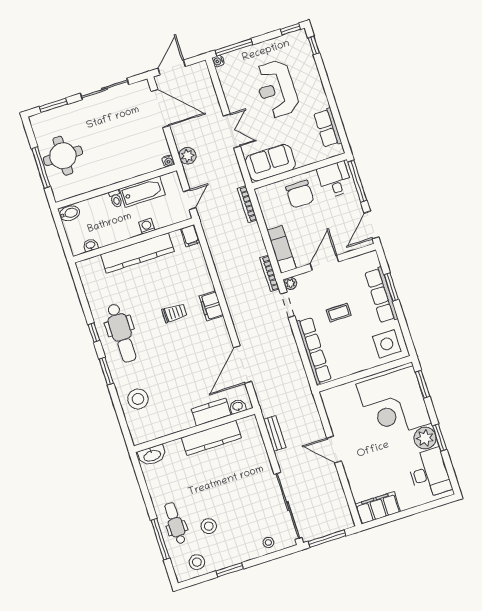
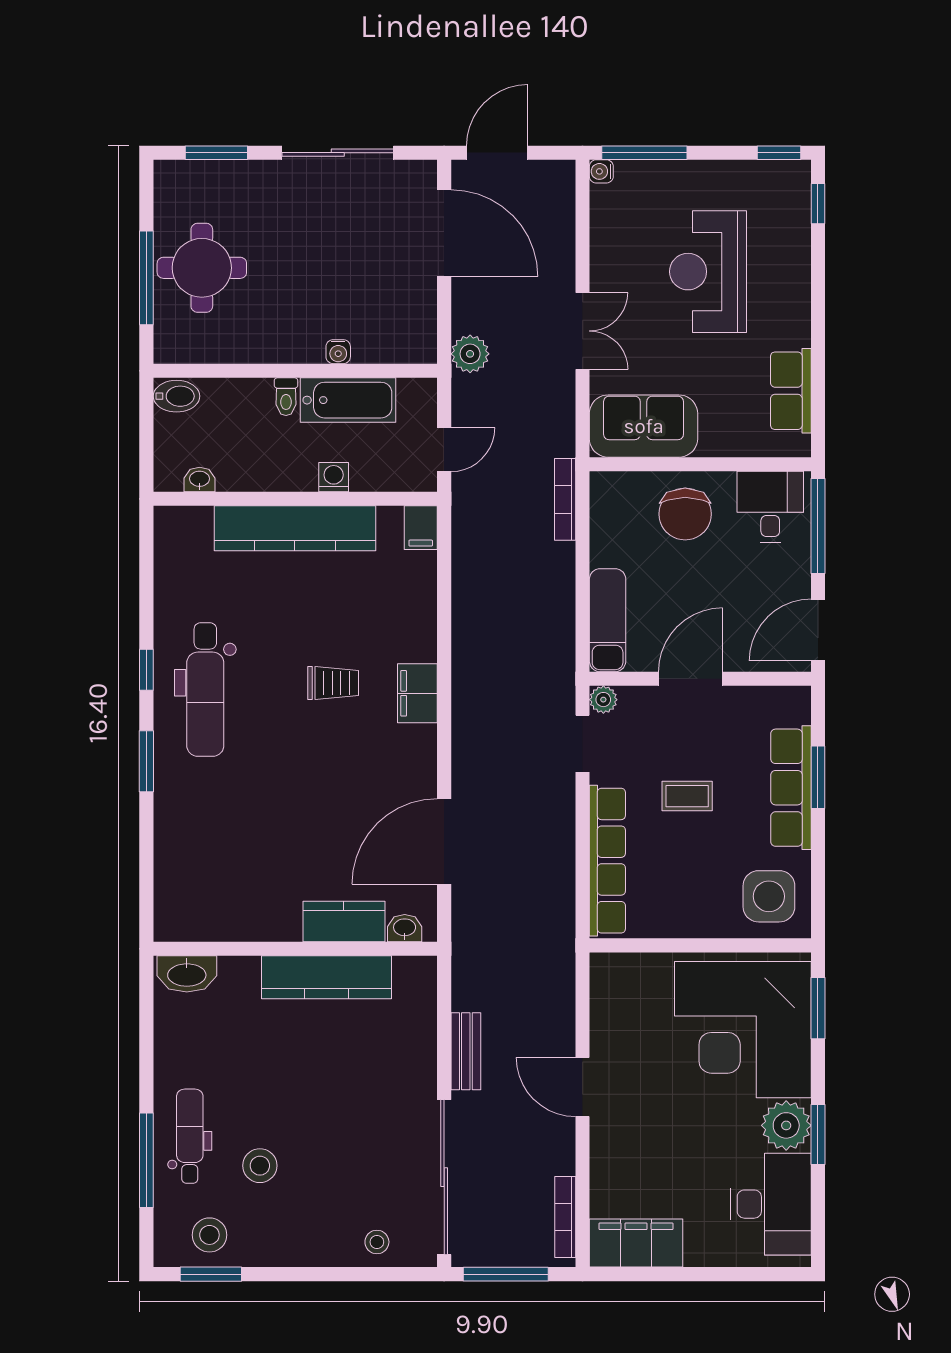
water cooler: (168, 161) -> (338, 352), moved
bookcase: (270, 273) -> (565, 1217), moved
stool: (138, 399) -> (195, 843), removed
bench: (275, 433) -> (466, 1051), moved
window: (230, 570) -> (211, 1274), moved

